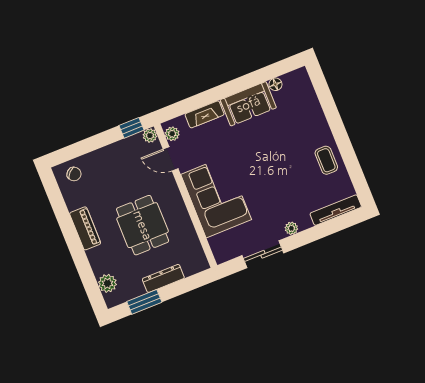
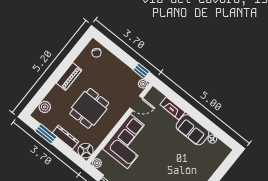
plant: (172, 134) -> (97, 163), moved
door: (171, 159) -> (136, 103), swing flipped
floor lamp: (196, 261) -> (86, 151), added

